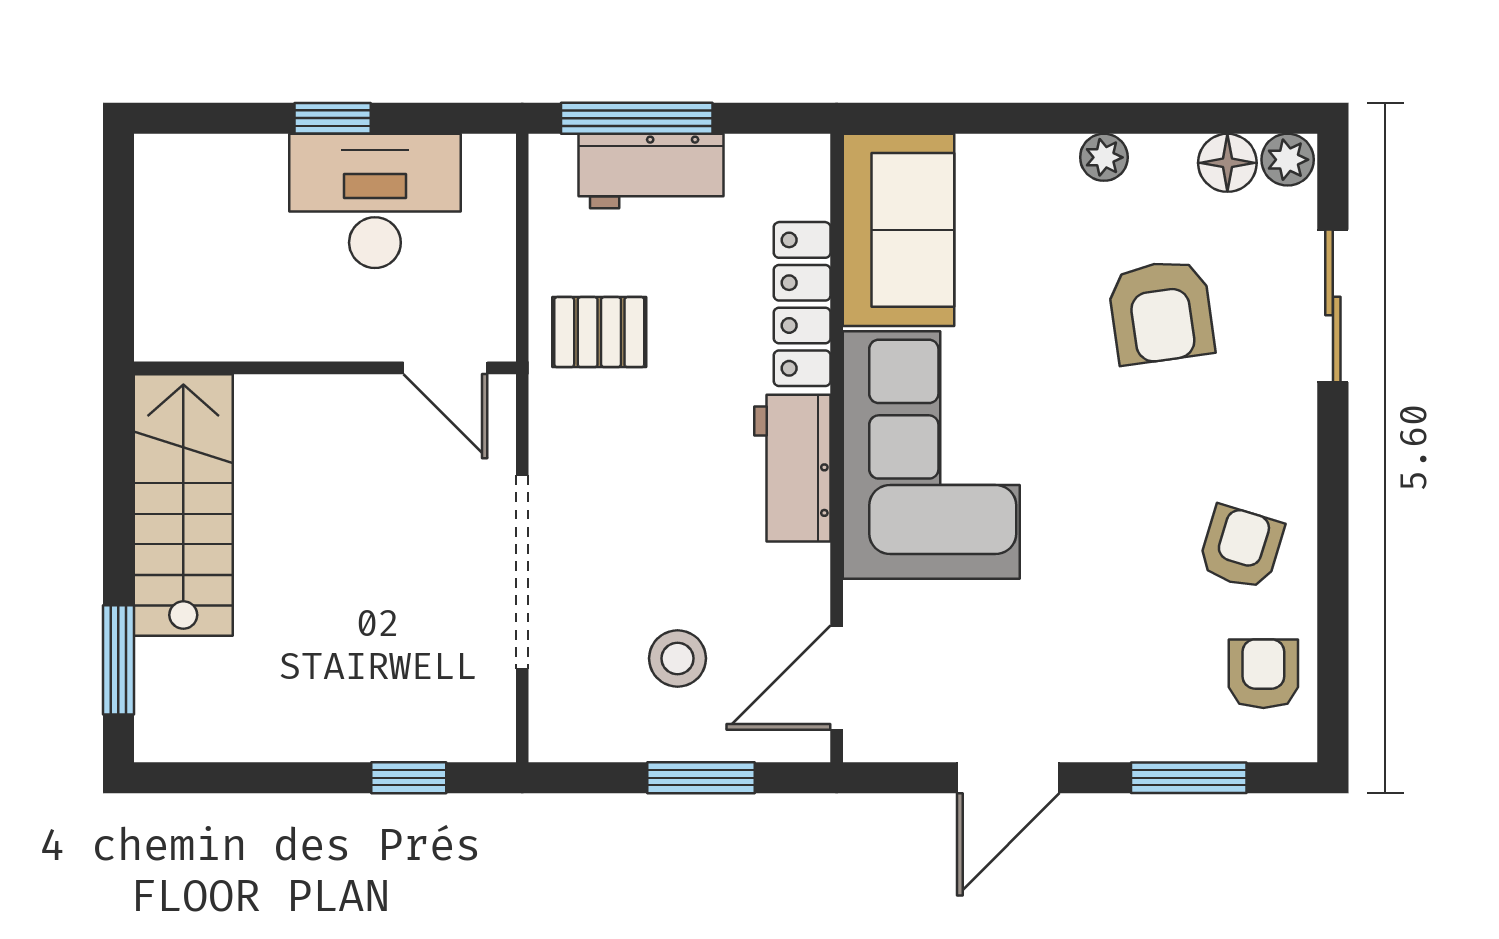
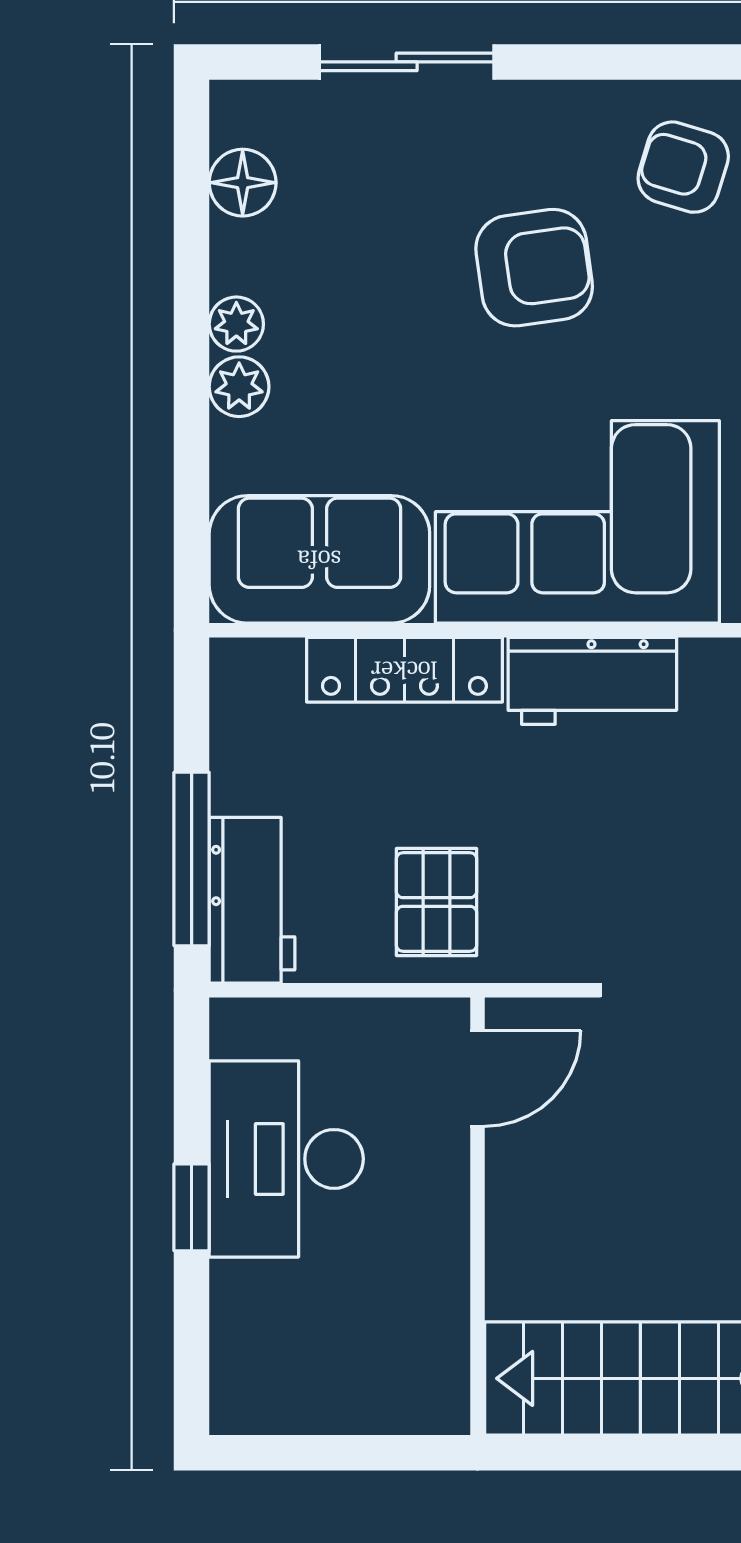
plant: (1288, 160) -> (239, 387), moved
workbench: (651, 171) -> (252, 900), moved
armchair: (1161, 312) -> (534, 268), moved

